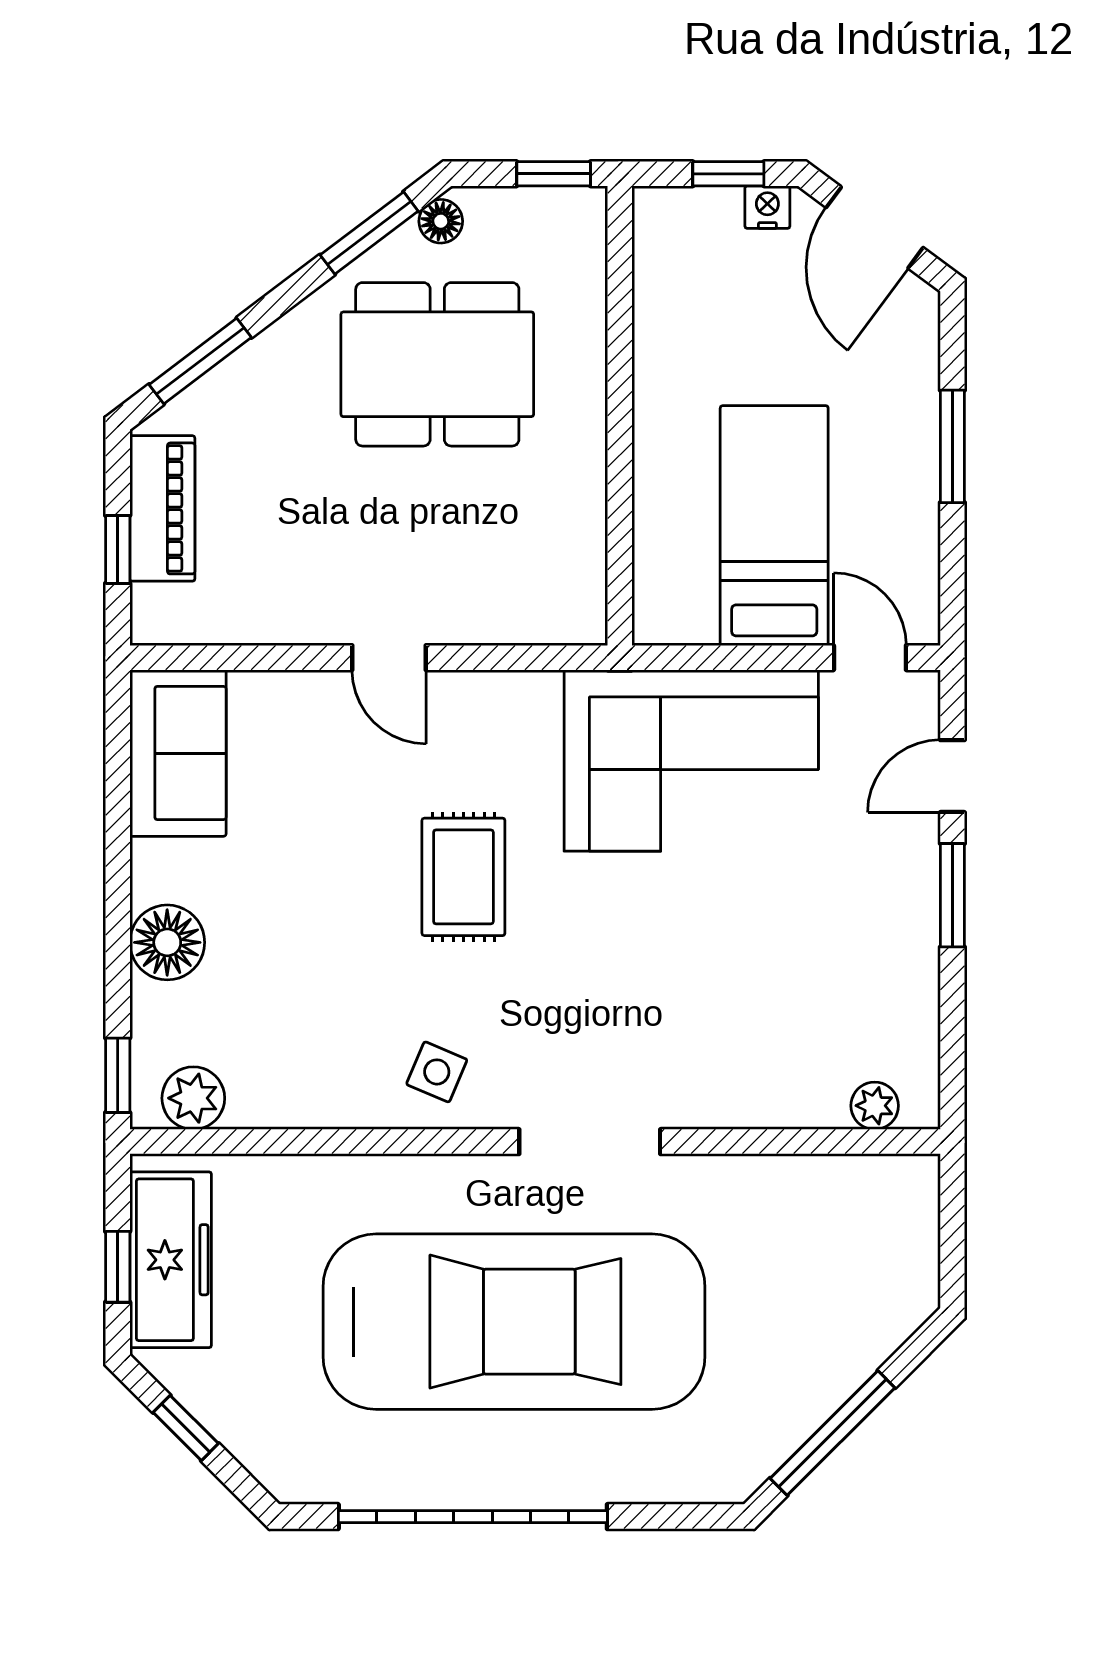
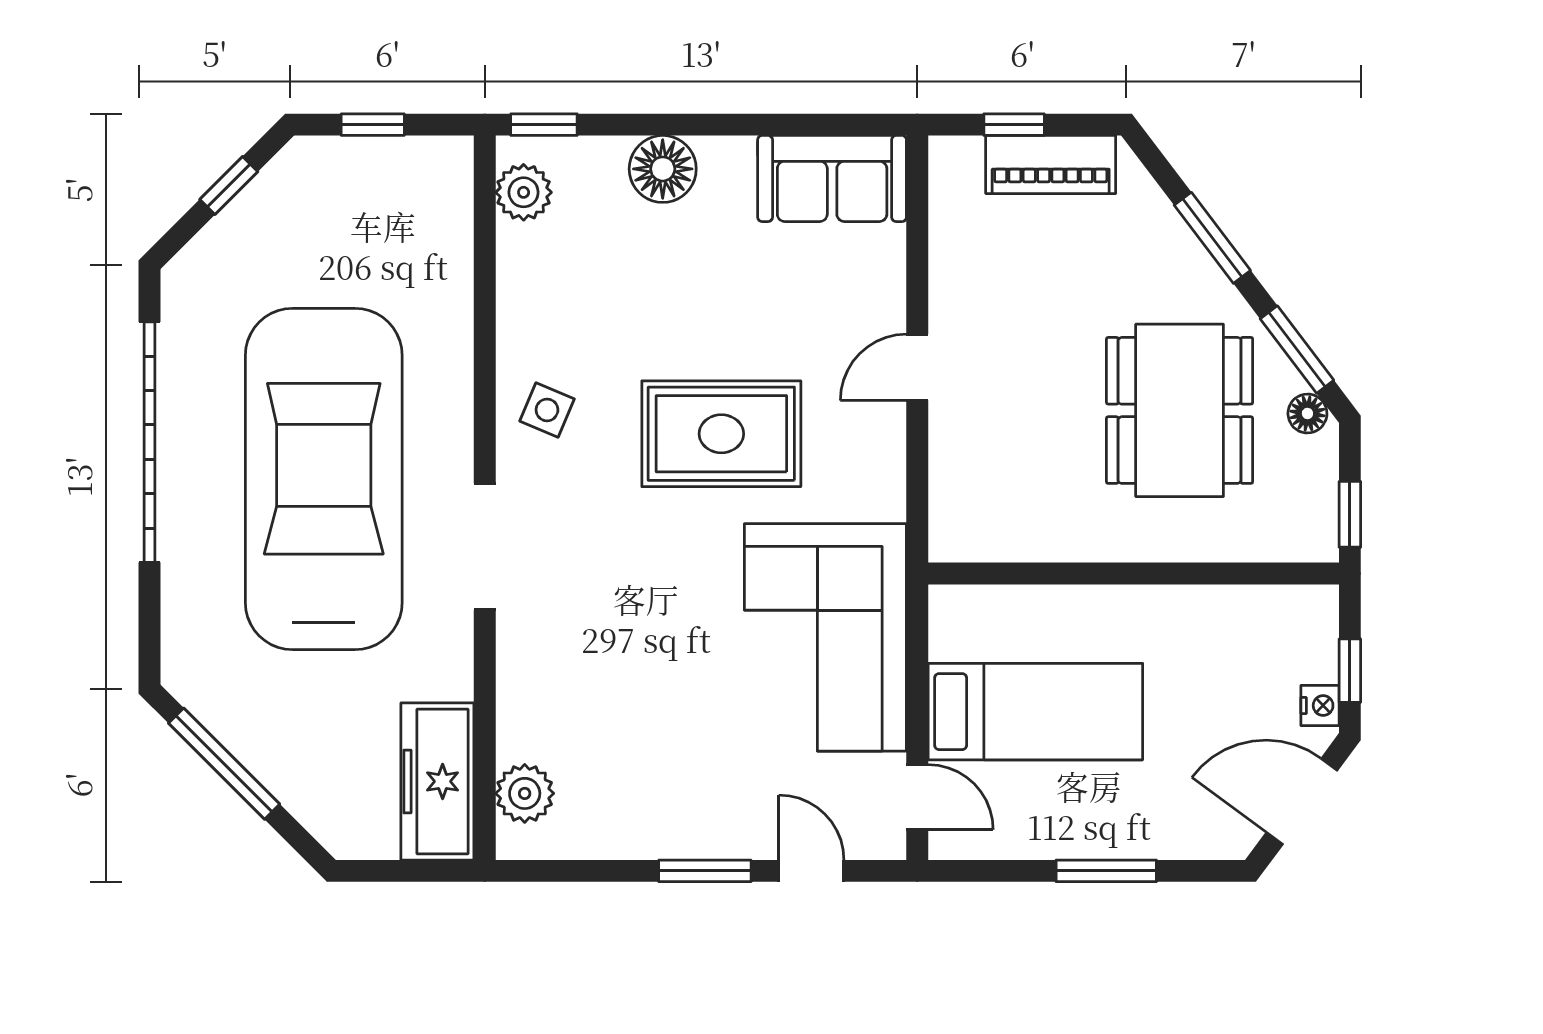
window: (200, 361) -> (1212, 238), moved
door: (870, 658) -> (917, 797), hinge flipped
rug: (463, 877) -> (721, 434), width x1.36, depth x1.43
plant: (875, 1106) -> (525, 793), width x1.38, depth x1.38
freezer: (171, 1260) -> (437, 781), moved, turned 90
car: (514, 1322) -> (324, 479), turned 180

